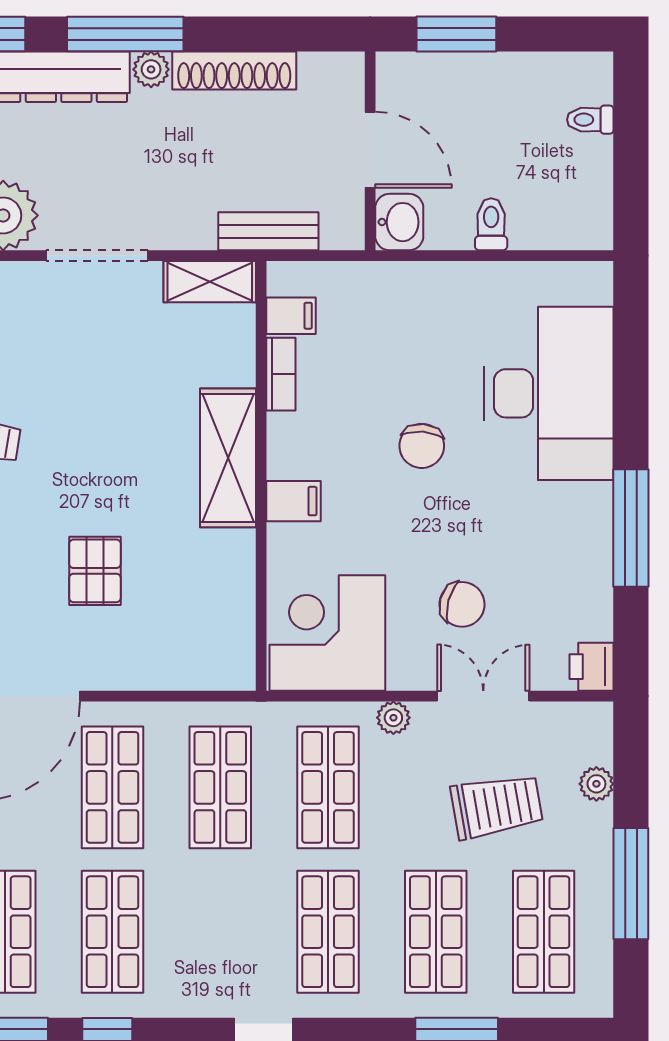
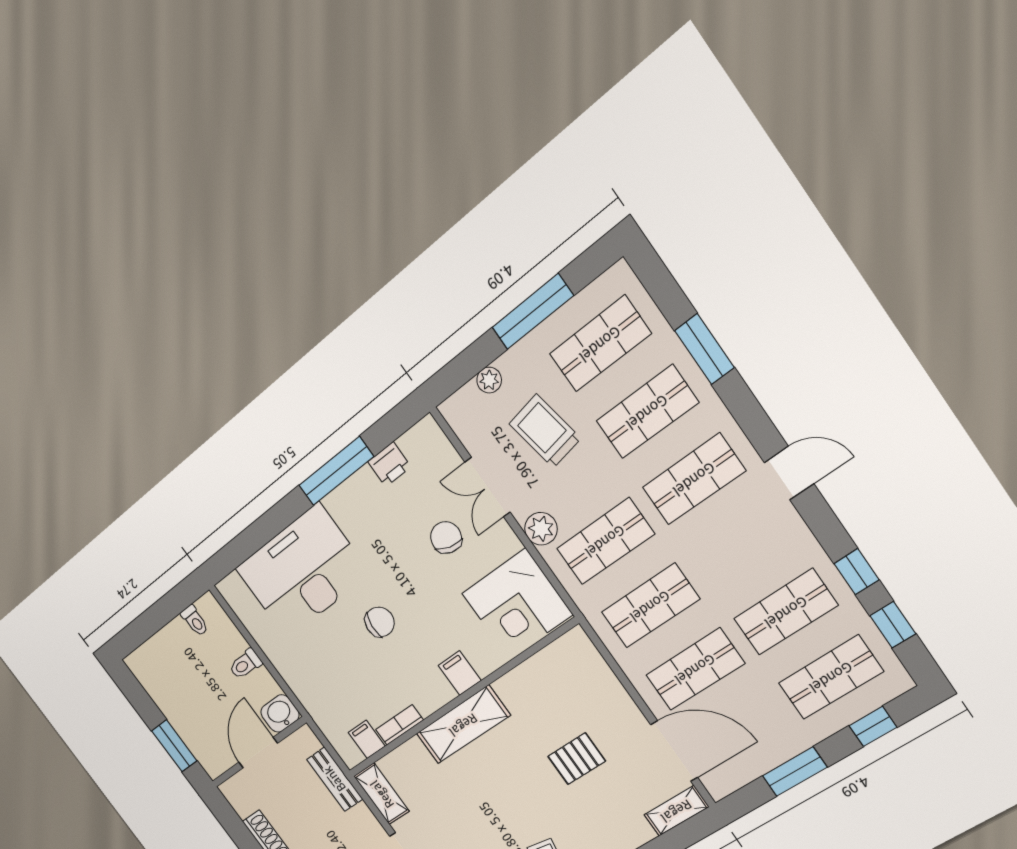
toilet: (590, 120) -> (195, 621), moved
printer: (591, 667) -> (389, 464), moved
plant: (393, 718) -> (541, 529), width x1.38, depth x1.38

